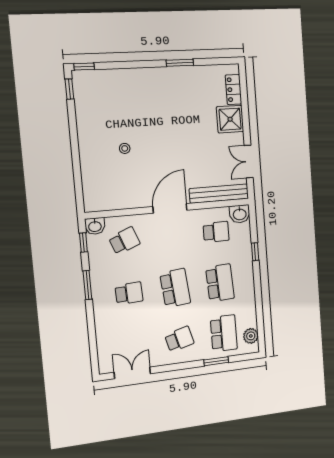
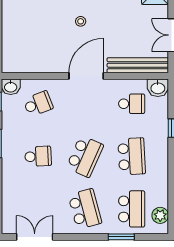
stool: (125, 148) -> (81, 21), moved
school desk: (175, 288) -> (85, 156), turned 30
school desk: (179, 339) -> (85, 209), width x1.85

